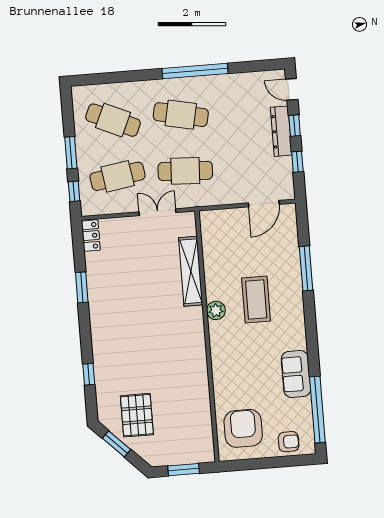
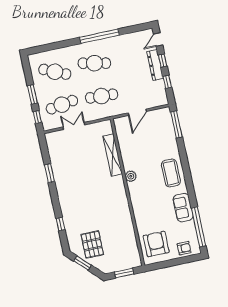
door: (292, 89) -> (158, 39), hinge flipped
door: (264, 204) -> (137, 112), moved
double door: (158, 212) -> (74, 126), moved
locker: (91, 236) -> (51, 142), removed
window: (306, 268) -> (176, 124), moved
coffee table: (256, 299) -> (171, 173), moved

